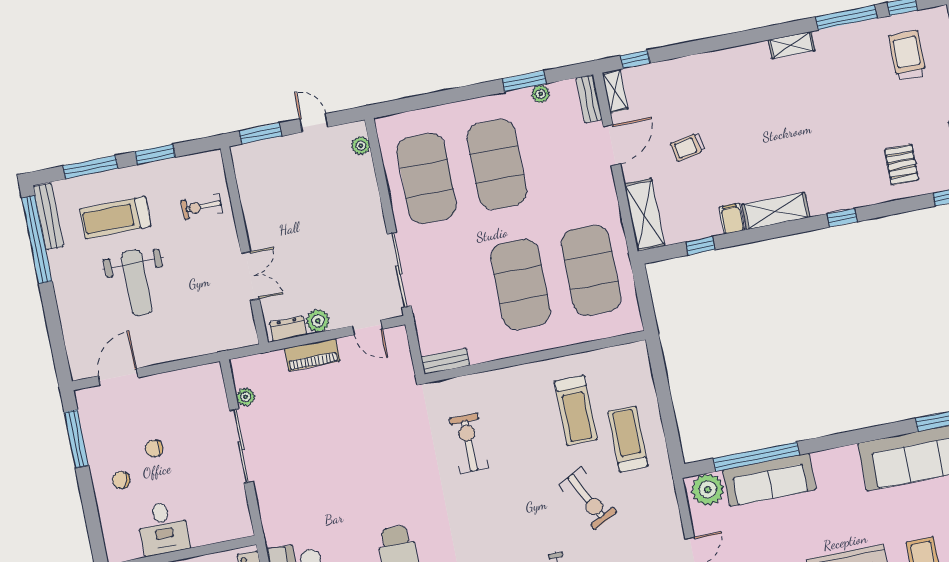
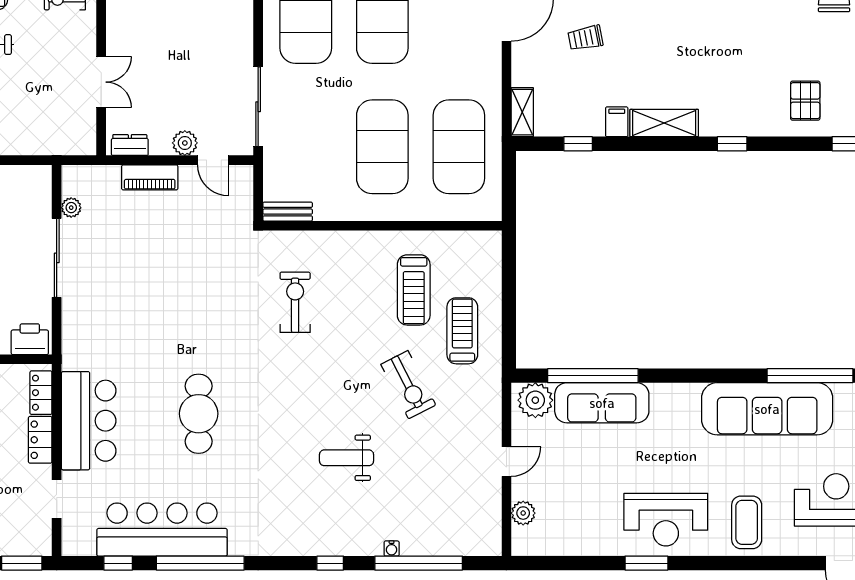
shelving: (644, 215) -> (522, 112), width x0.67, depth x0.75
plant: (318, 321) -> (185, 143), moved
printer: (231, 526) -> (30, 339), added

